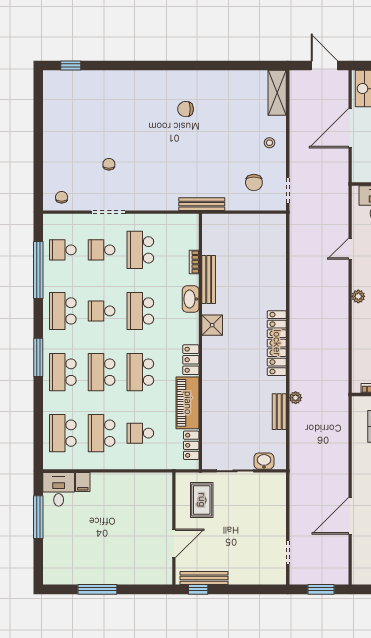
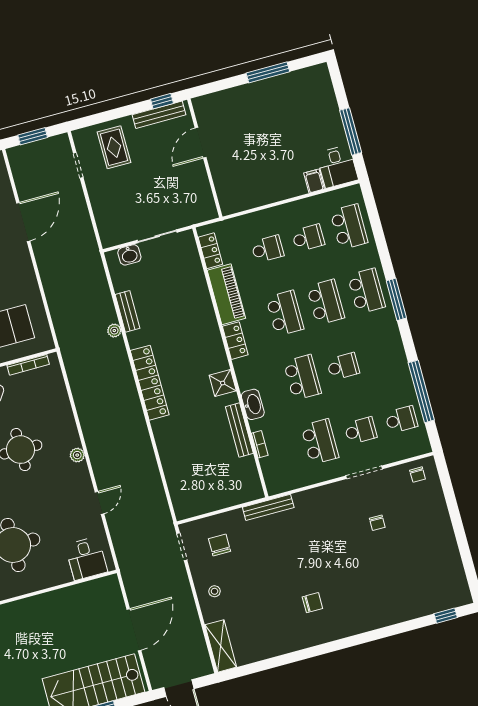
school desk: (63, 311) -> (384, 355), removed
school desk: (102, 433) -> (308, 238), width x0.54
rug: (202, 500) -> (114, 147), moved

